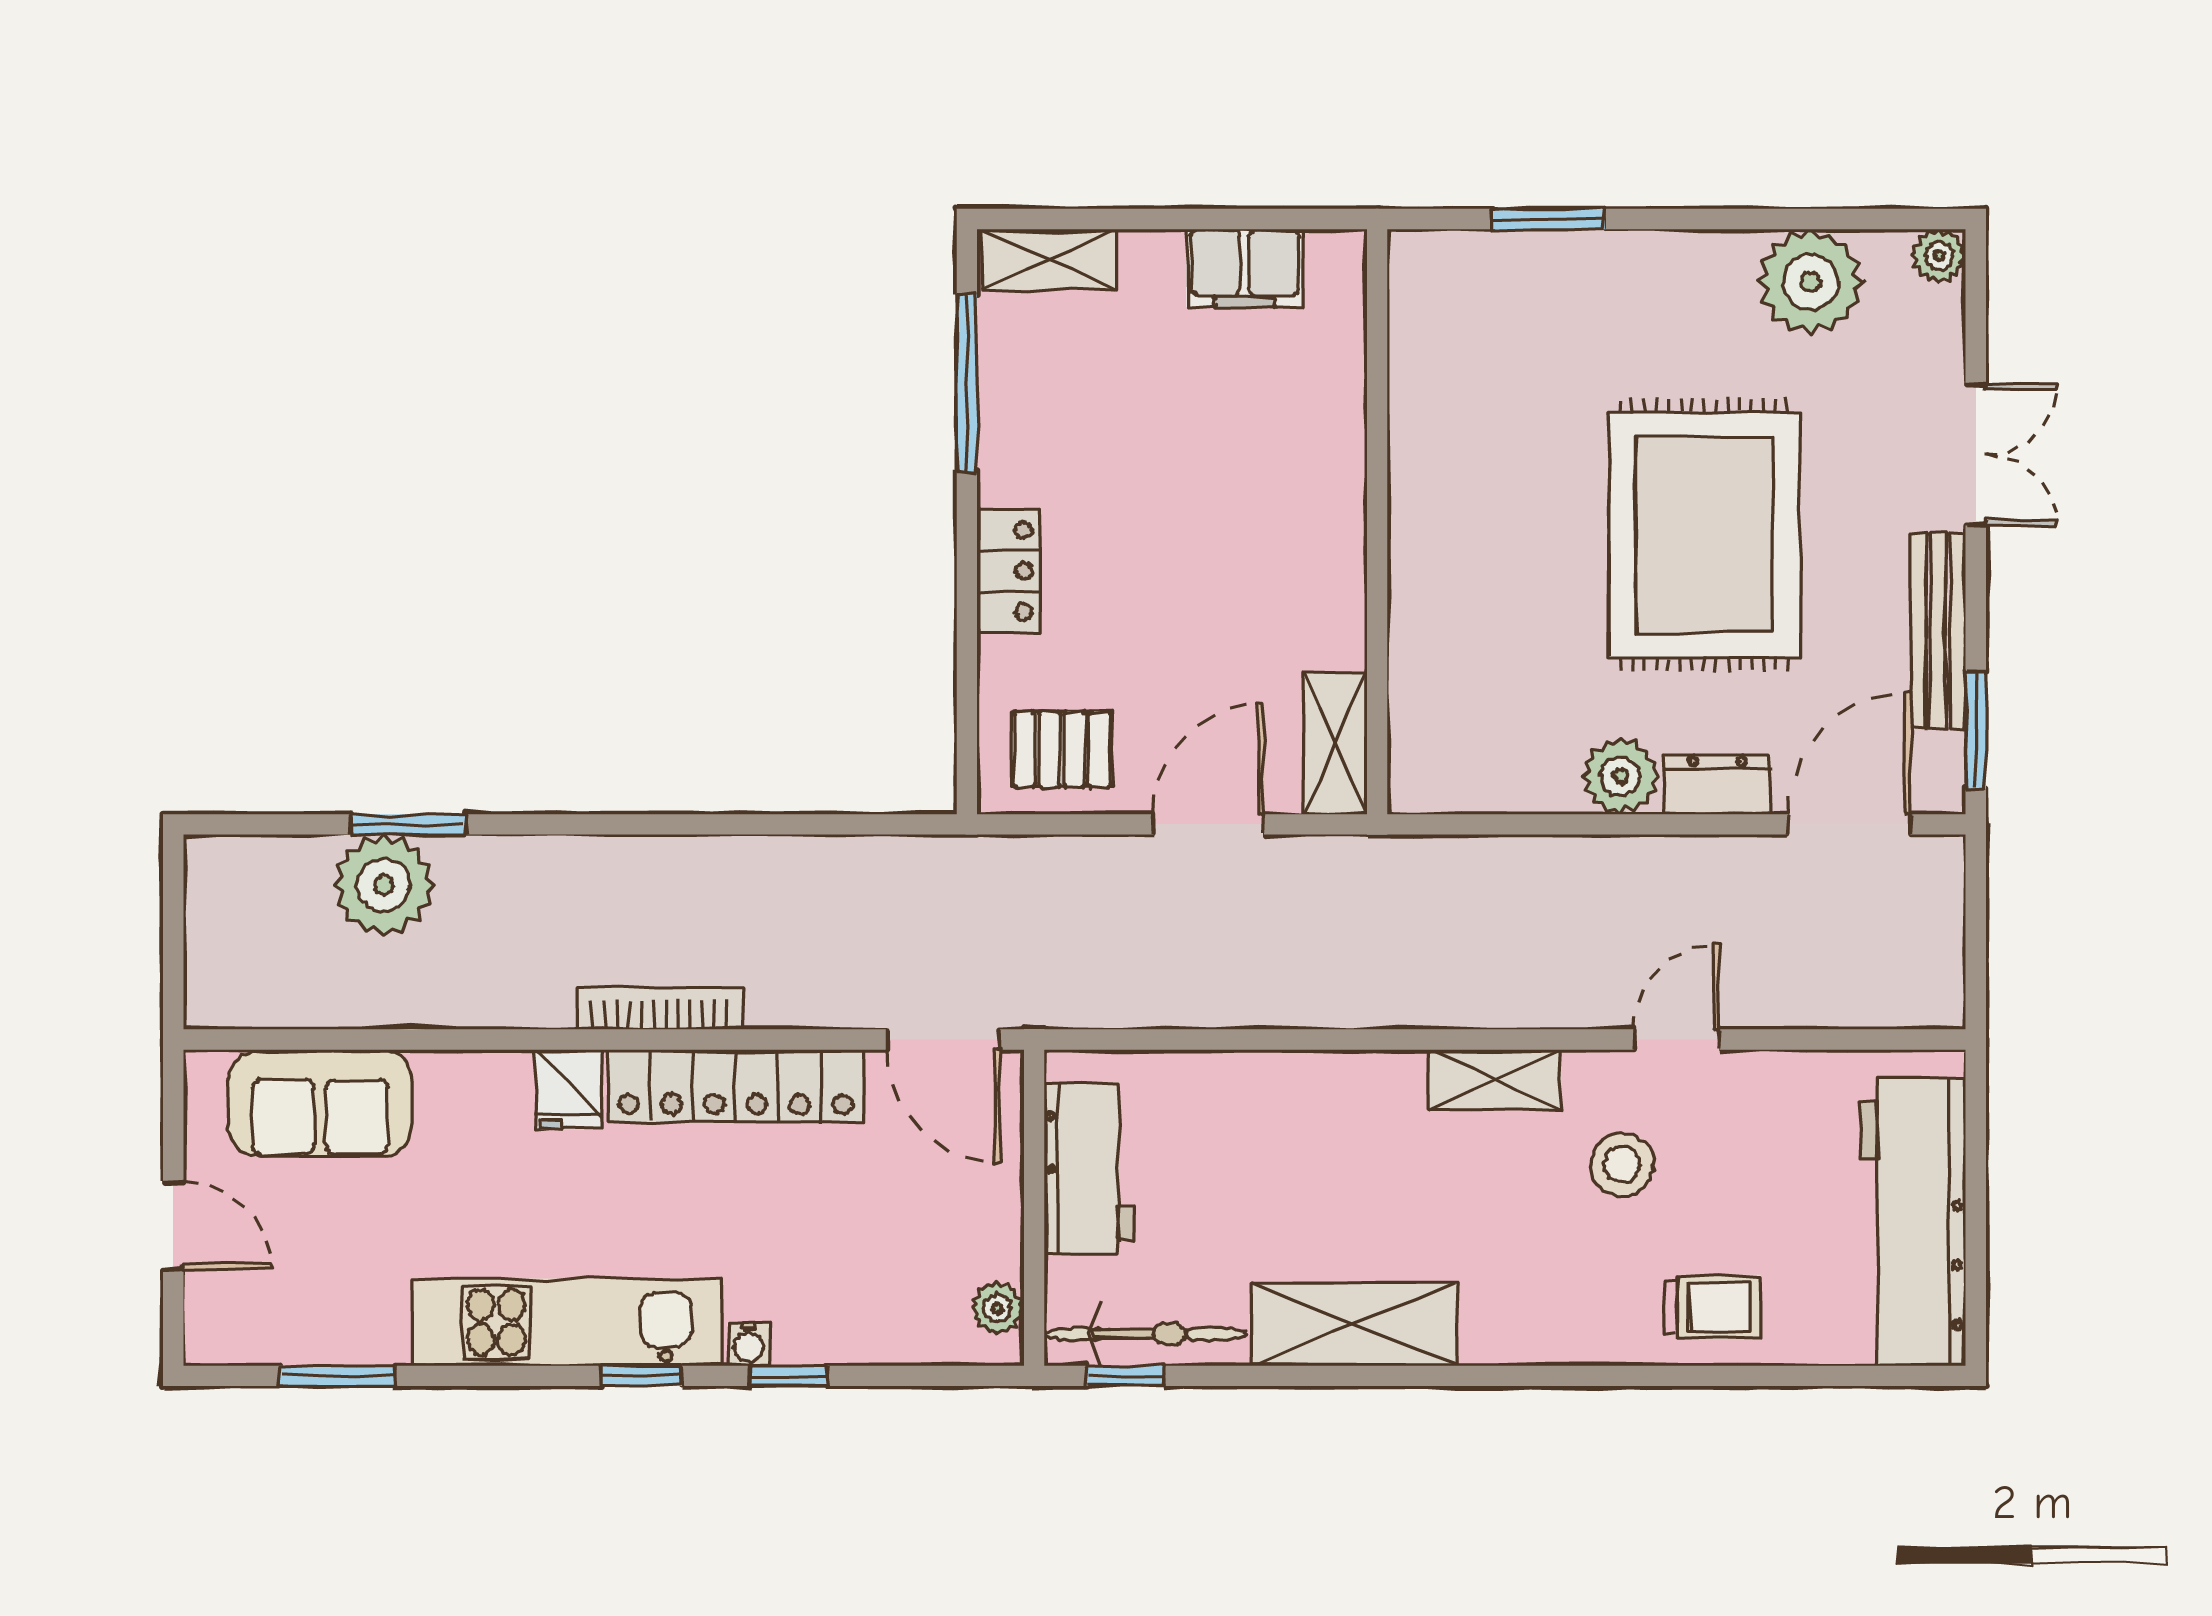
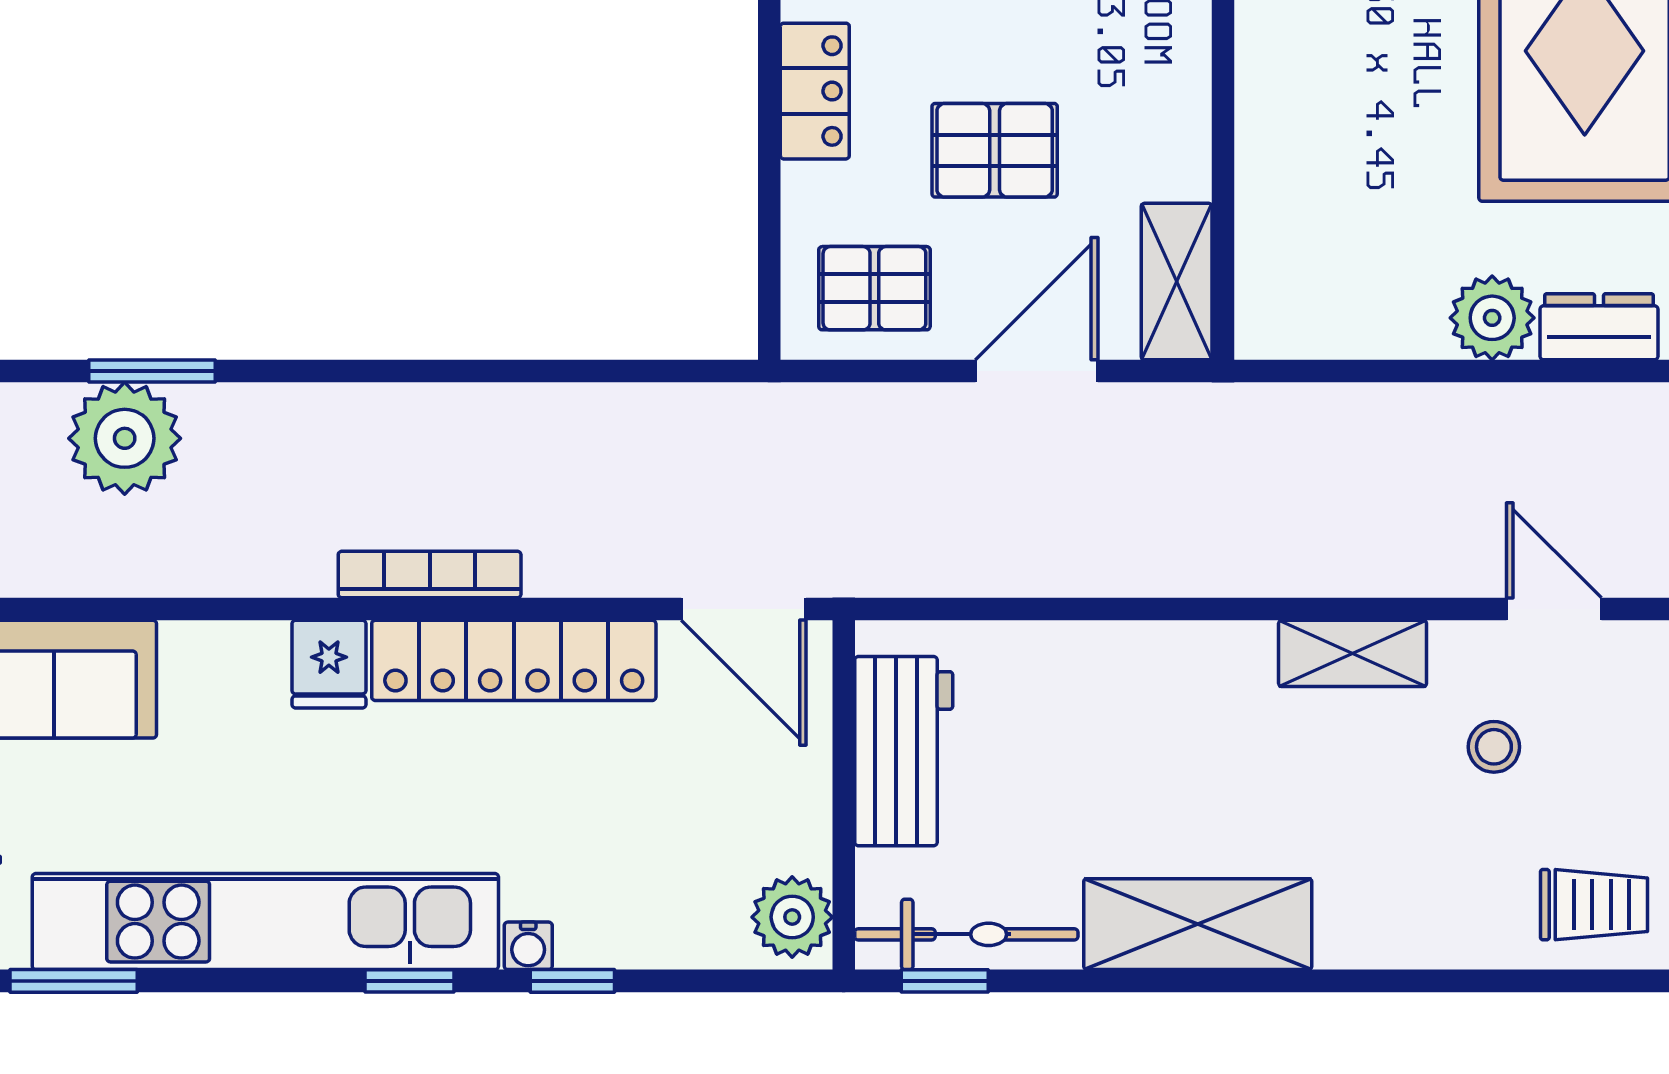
pallet: (1171, 625) -> (995, 150), added
door: (1677, 1040) -> (1554, 609), hinge flipped
stool: (1622, 1164) -> (1494, 747), width x0.73, depth x0.73
plant: (997, 1308) -> (792, 917), width x1.38, depth x1.38
kitchen unit: (567, 1322) -> (265, 922), width x1.36

